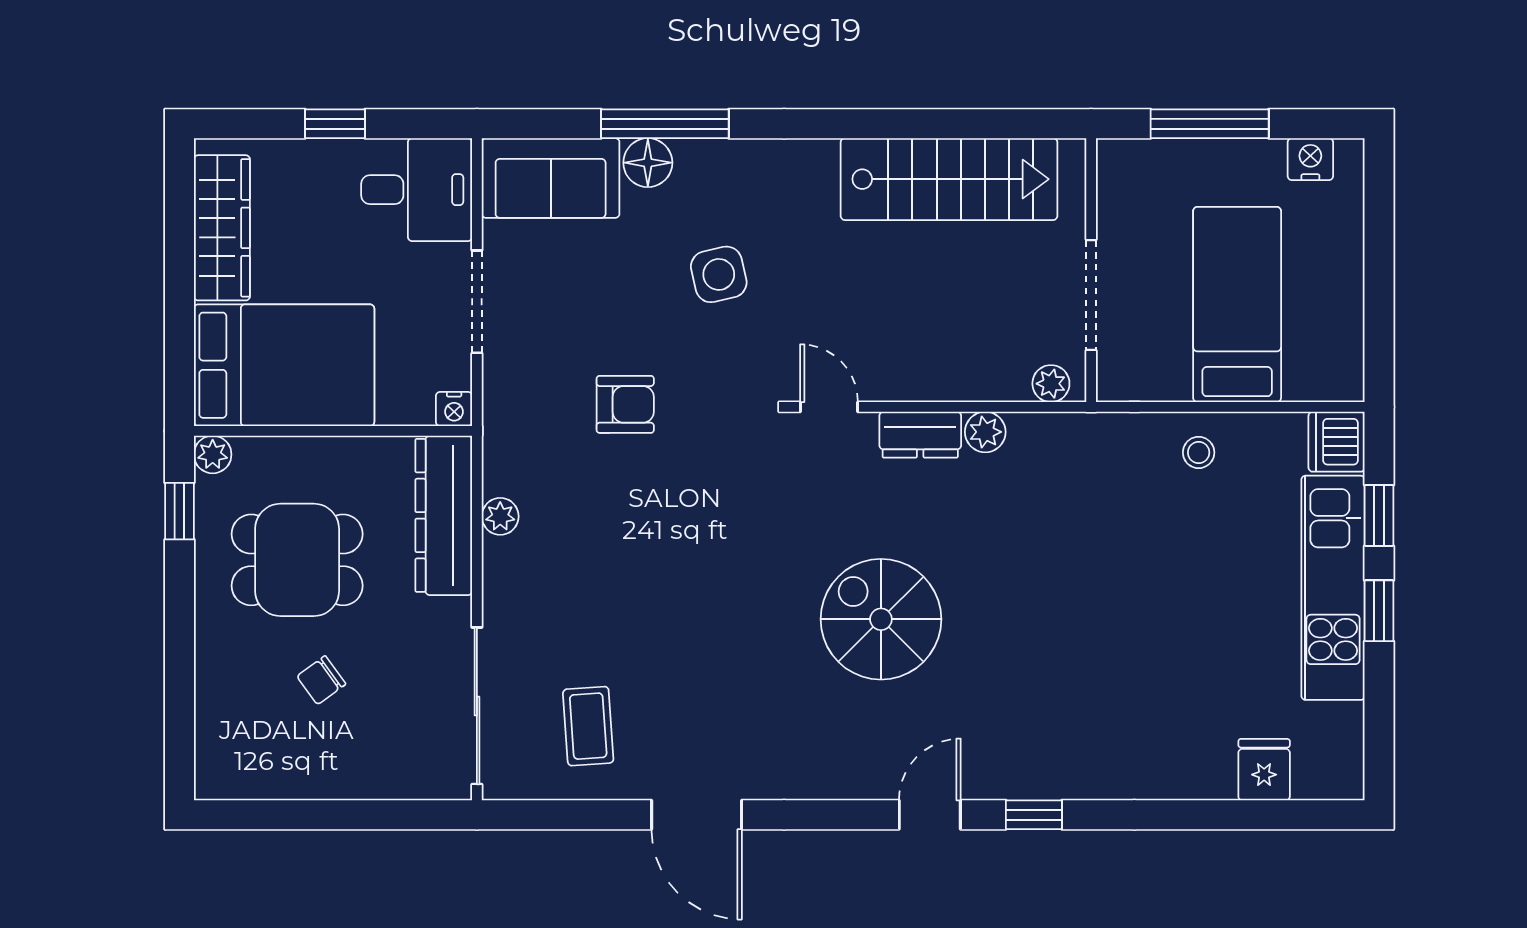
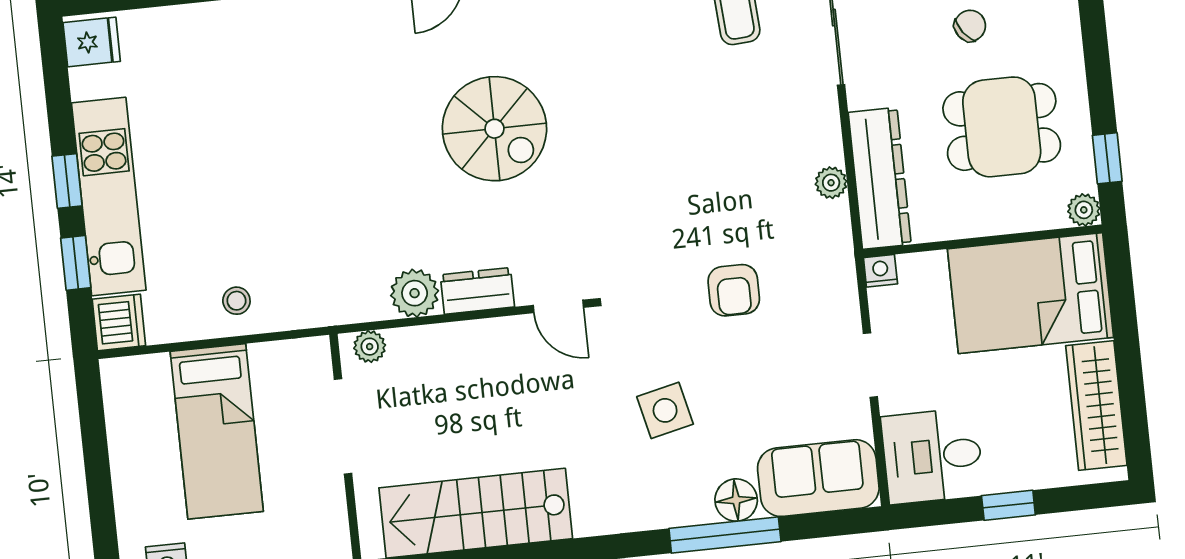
doorway: (477, 302) -> (870, 365), width x0.73
armchair: (625, 404) -> (734, 290), turned -90
plant: (985, 432) -> (415, 293), width x1.38, depth x1.38
fridge: (1264, 770) -> (92, 42), moved, turned -90

